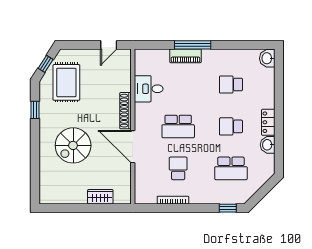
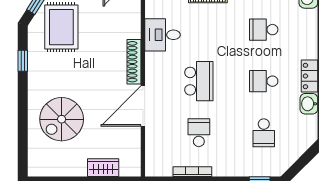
school desk: (178, 126) -> (199, 81), turned -90
spiral stairs: (73, 145) -> (62, 119), moved
door: (133, 147) -> (143, 106), hinge flipped
school desk: (231, 168) -> (264, 133), width x0.54

